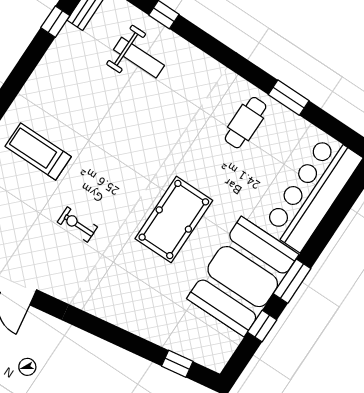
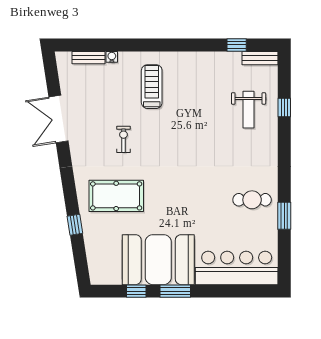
pool table: (174, 220) -> (116, 196), moved
window: (177, 364) -> (75, 225), moved

